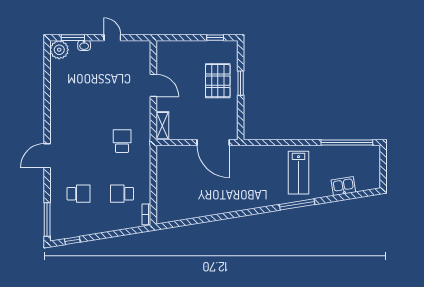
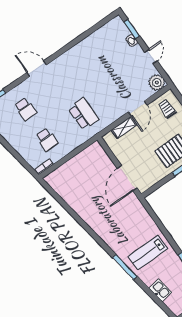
plant: (59, 50) -> (157, 83), moved
trolley: (174, 57) -> (167, 109), added
shelving: (162, 126) -> (124, 127), moved
school desk: (122, 141) -> (84, 114), width x1.85
school desk: (122, 194) -> (47, 140), turned 180

